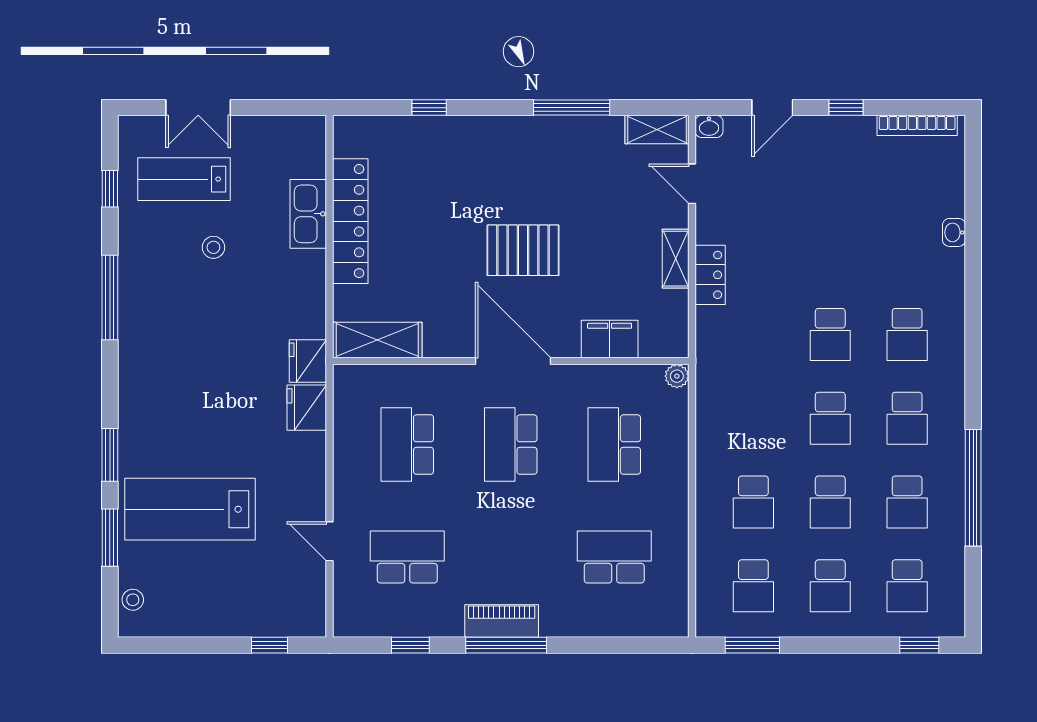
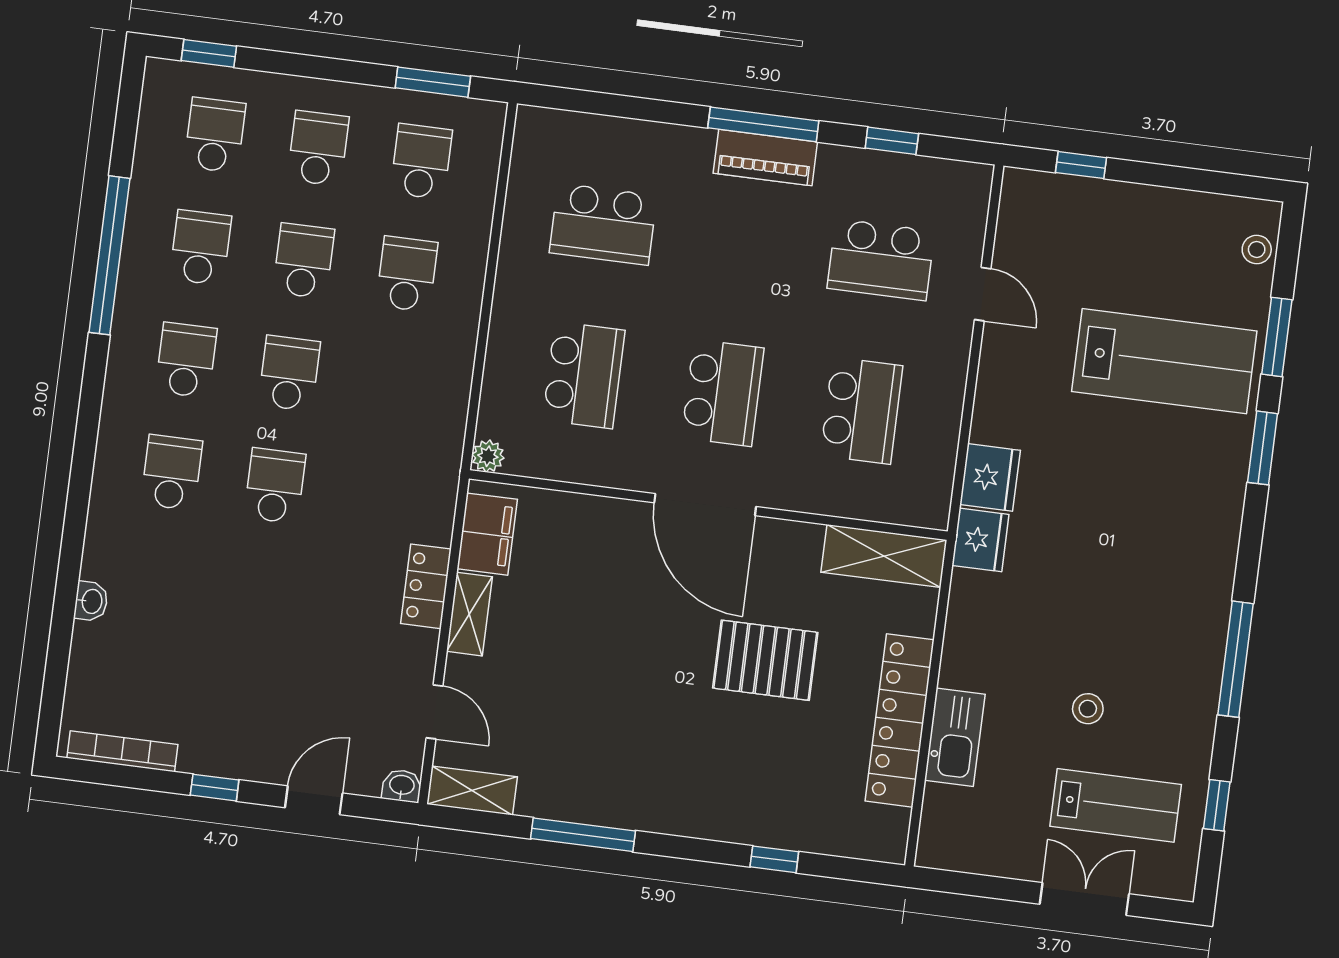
pallet: (523, 250) -> (765, 660), moved
filing cabinet: (610, 339) -> (487, 534), moved, turned -90

